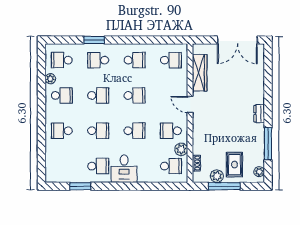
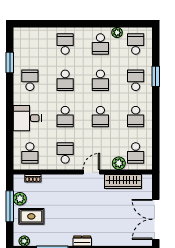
plant: (181, 149) -> (119, 163), moved
school desk: (98, 166) -> (30, 80), turned 180
desk: (124, 169) -> (27, 118), moved

